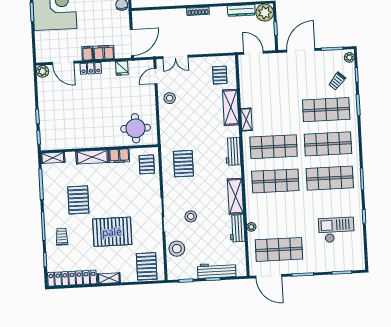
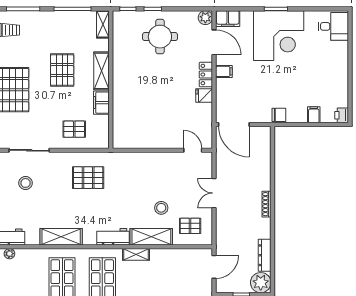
filing cabinet: (104, 52) -> (228, 19), moved, turned 90
double door: (175, 57) -> (214, 193), moved
door: (63, 63) -> (214, 42), swing flipped
fridge: (122, 68) -> (204, 96), moved
stool: (170, 98) -> (161, 208), moved
round table: (136, 128) -> (160, 37), moved
workbench: (233, 151) -> (113, 237), moved
pallet: (147, 164) -> (74, 129), moved
shelving: (235, 196) -> (61, 237), moved
pallet: (78, 200) -> (62, 70), moved, turned 90

